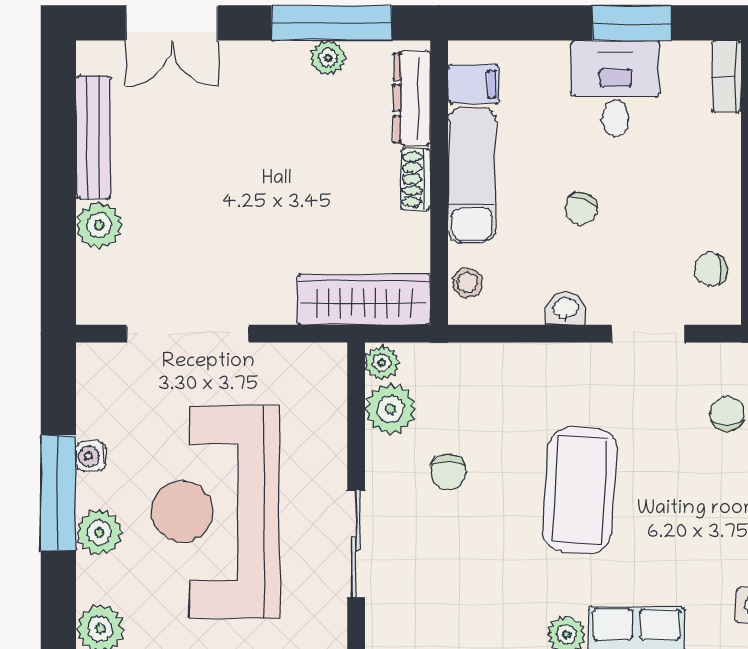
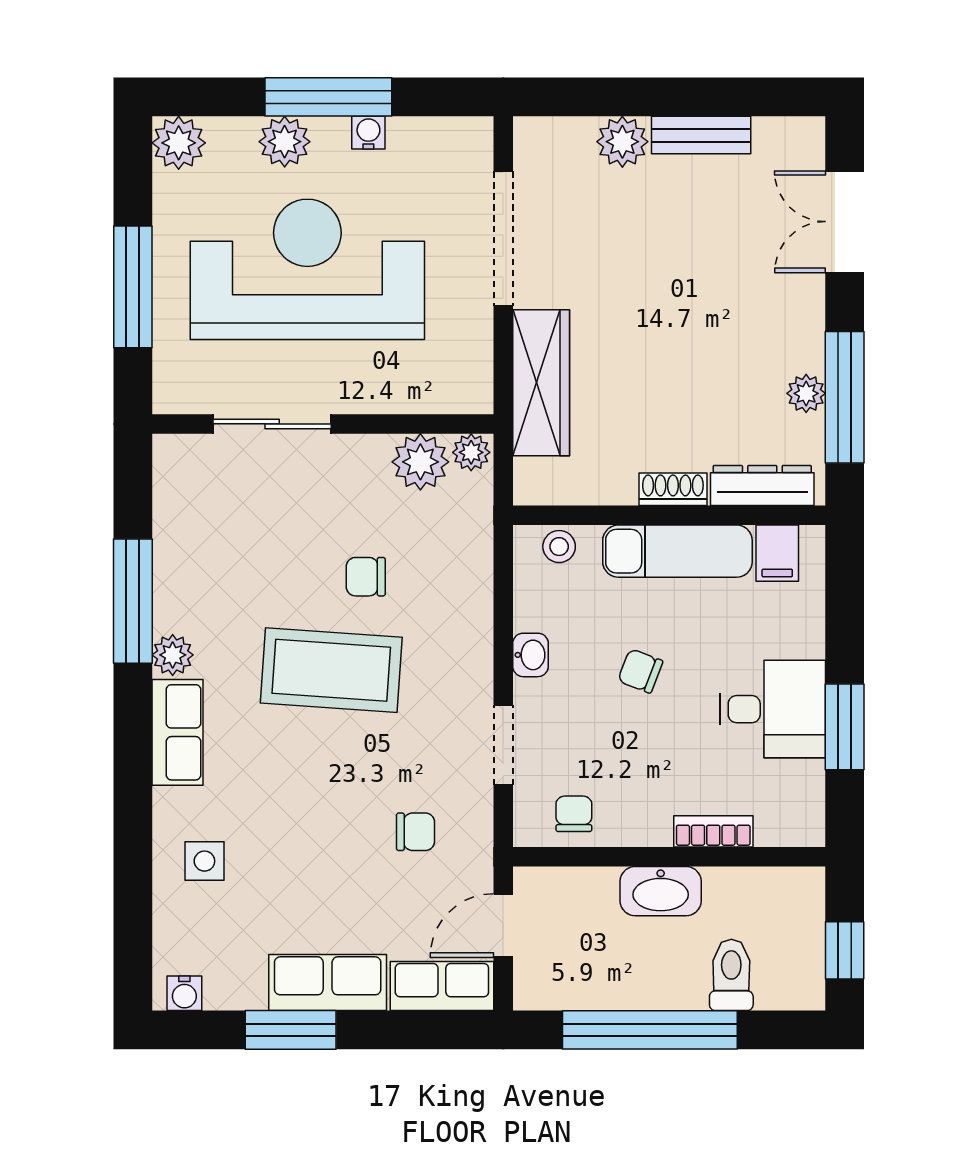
bookcase: (727, 76) -> (713, 831), moved
bench: (93, 137) -> (701, 135), width x0.73
wardrobe: (364, 299) -> (541, 383), moved
chair: (448, 472) -> (366, 577), moved

